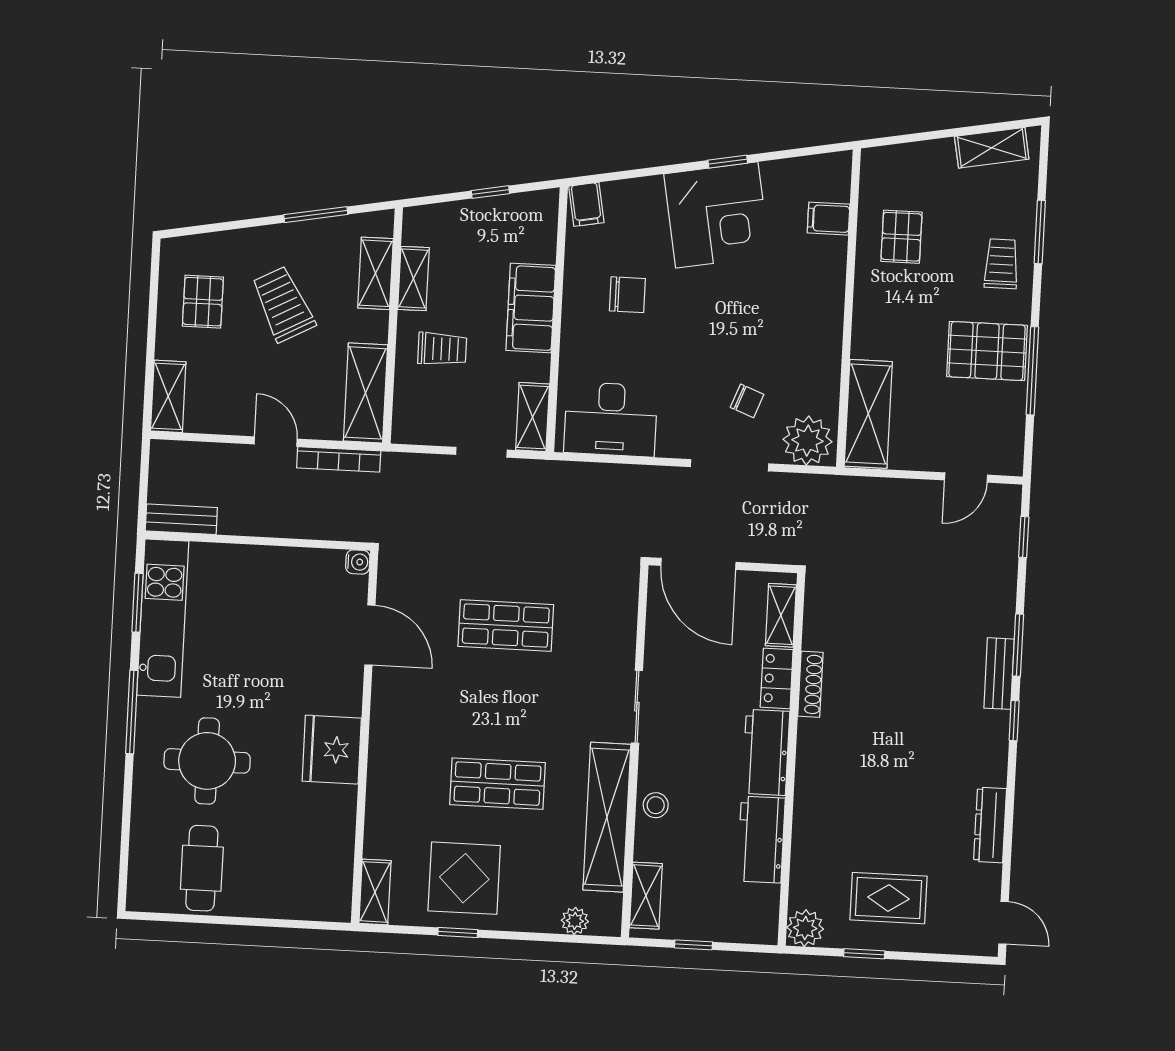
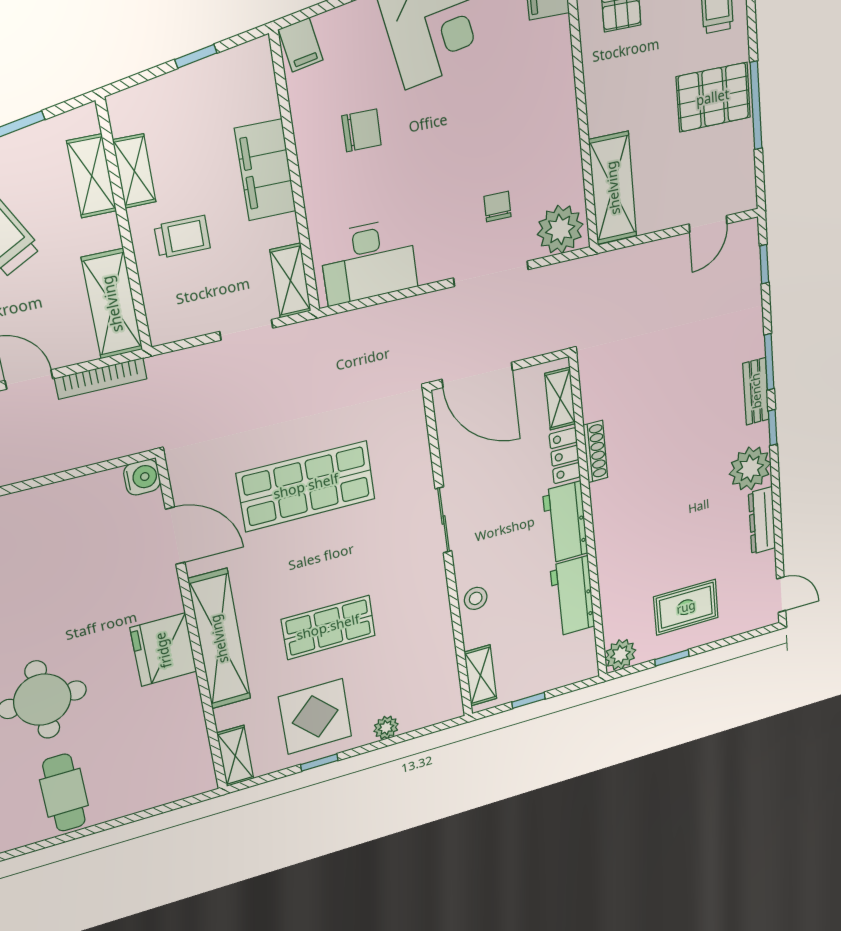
chair: (747, 401) -> (498, 207), turned -111
water cooler: (358, 562) -> (142, 477), width x1.38, depth x1.38
shop shelf: (506, 626) -> (306, 486), width x1.43, depth x1.36
plant: (983, 759) -> (750, 468), added
shelving: (607, 817) -> (219, 639), moved
plant: (575, 921) -> (386, 728), moved

